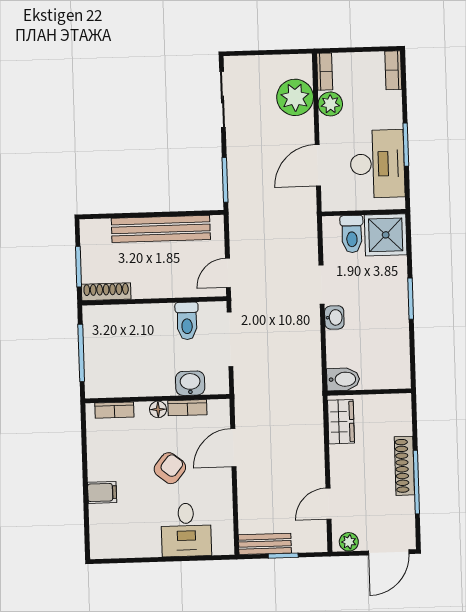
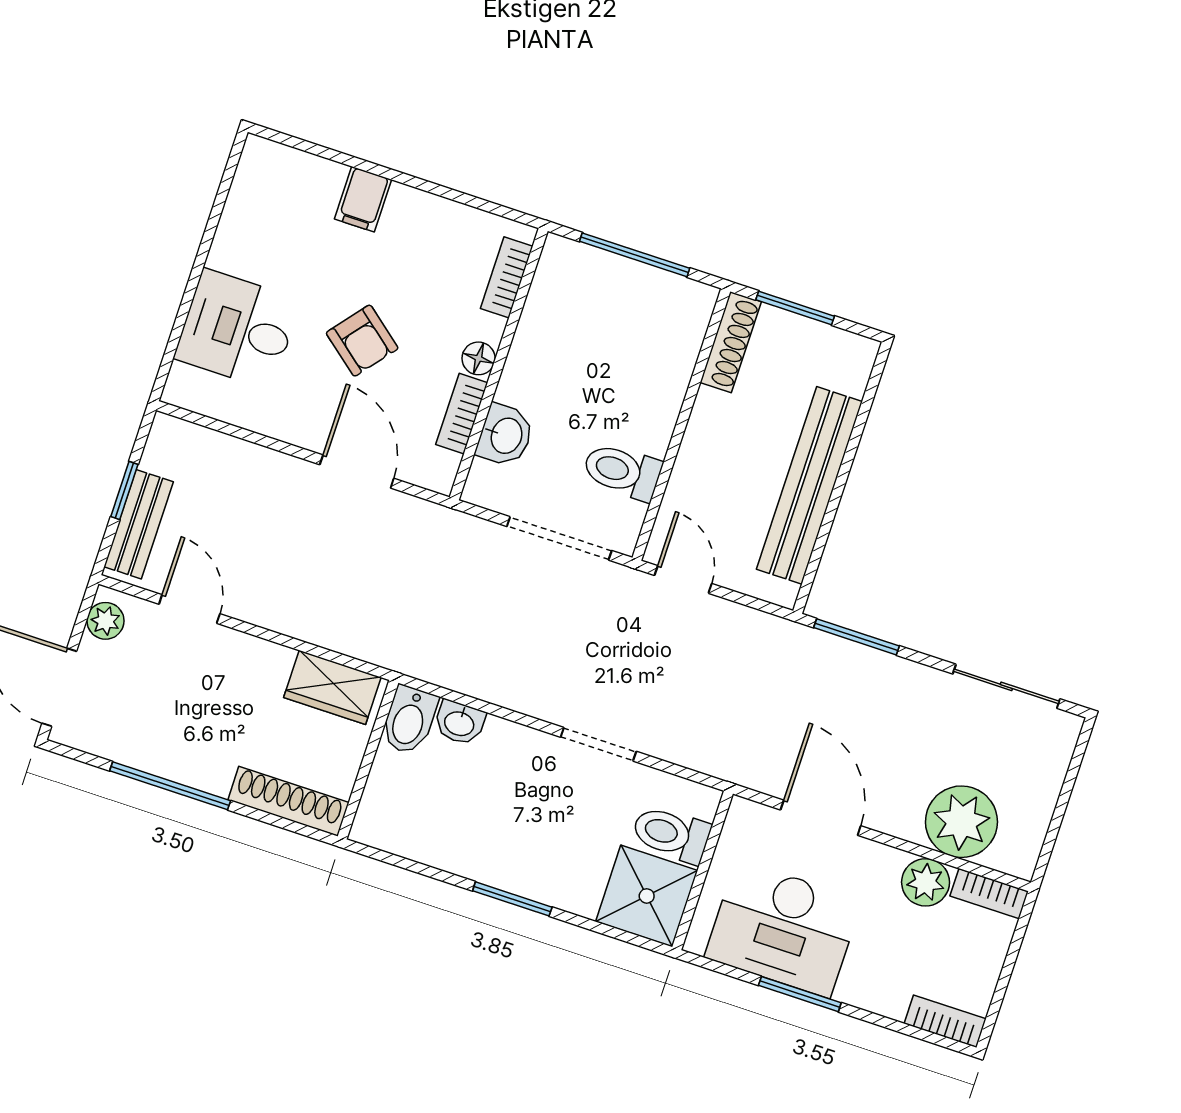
washbasin: (334, 317) -> (460, 723), moved
shoe rack: (404, 466) -> (288, 801), moved
bench: (265, 544) -> (139, 524), moved

